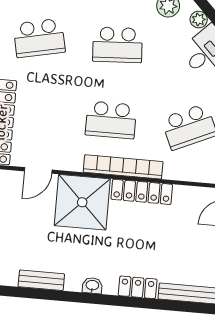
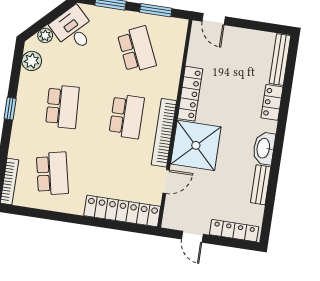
bookcase: (123, 167) -> (164, 133), moved
door: (38, 170) -> (166, 182), hinge flipped
washbasin: (92, 286) -> (264, 148), width x1.91, depth x1.45

